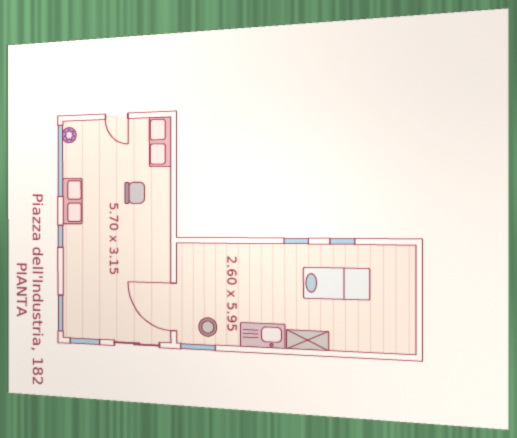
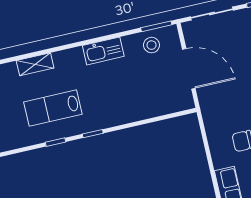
door: (174, 307) -> (189, 69), moved
shelving: (307, 340) -> (35, 64), moved

